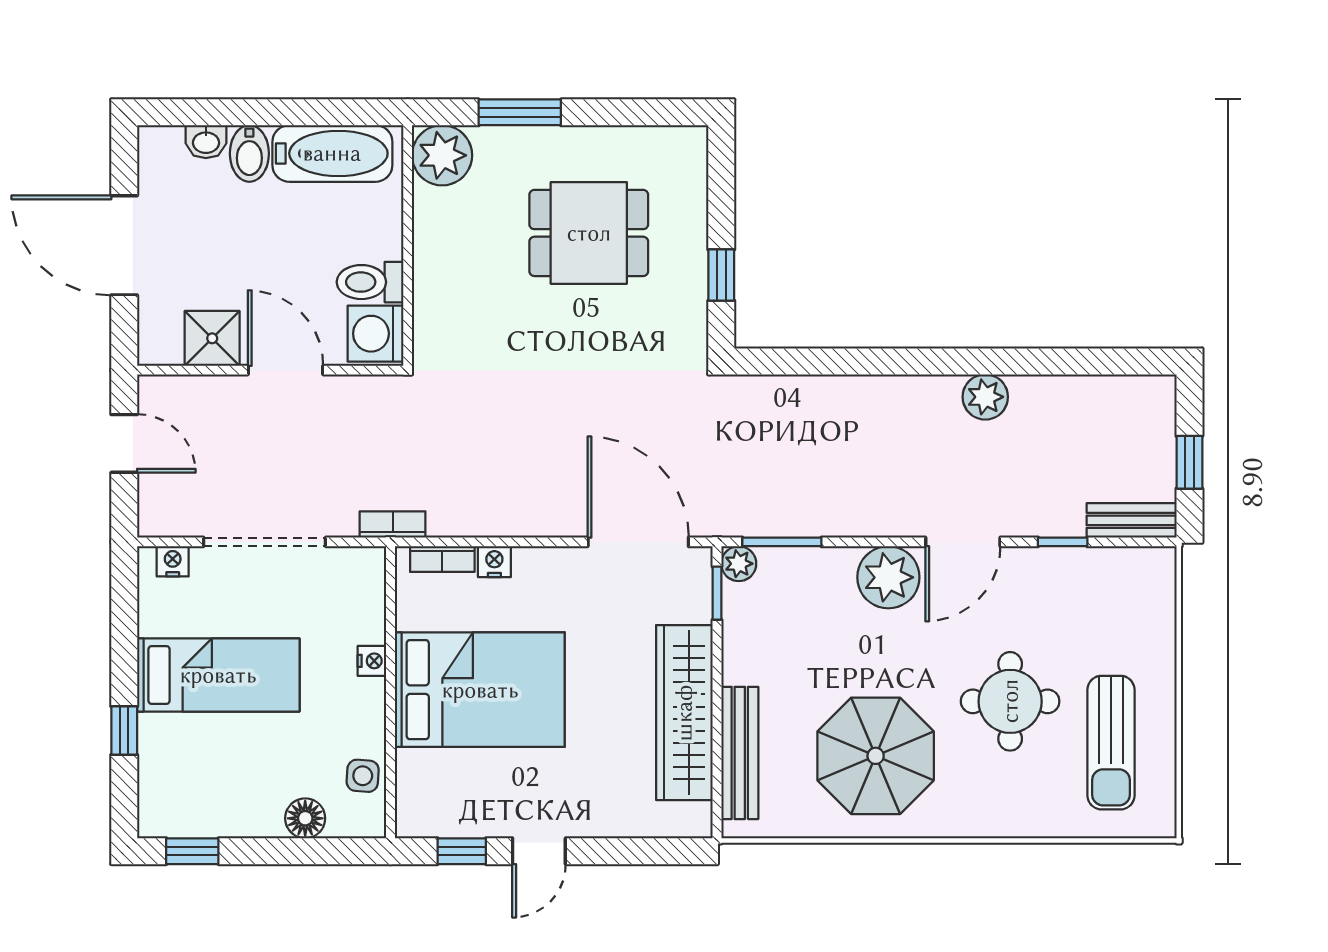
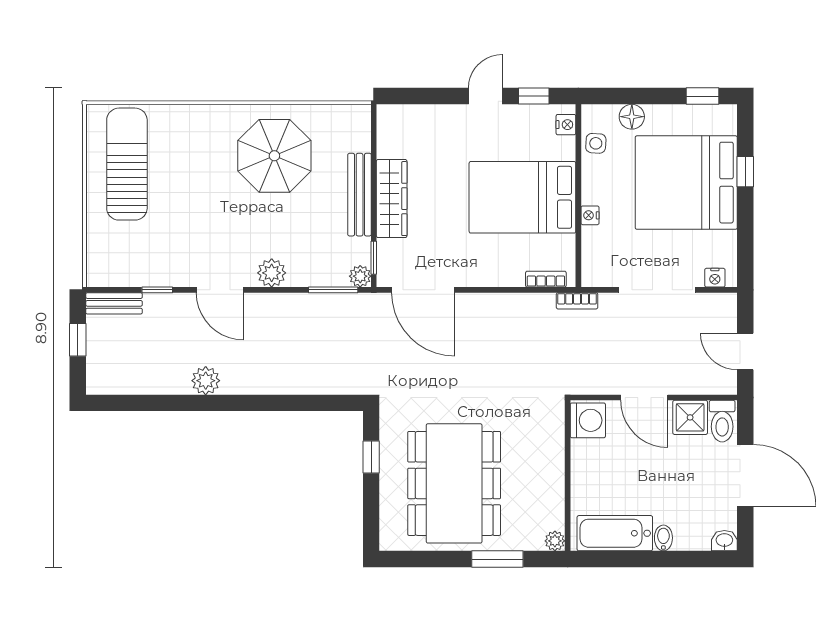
washbasin: (206, 142) -> (724, 541), moved
bidet: (249, 154) -> (663, 538), width x0.72, depth x0.74
plant: (442, 155) -> (555, 541), width x0.53, depth x0.53
dining table: (589, 233) -> (454, 483), width x1.88, depth x1.24
toilet: (370, 282) -> (722, 421), moved, turned 90
door: (963, 542) -> (220, 290), swing flipped
nightstand: (494, 562) -> (566, 125), moved, turned -90
plant: (888, 577) -> (272, 273), width x0.73, depth x0.73
bed: (218, 675) -> (686, 183), width x2.04
round table: (1010, 701) -> (190, 190), removed
wardrobe: (684, 713) -> (392, 199), width x0.71, depth x0.85
sun lounger: (1111, 743) -> (127, 164), width x1.36, depth x1.34
bench: (740, 753) -> (360, 195), moved

